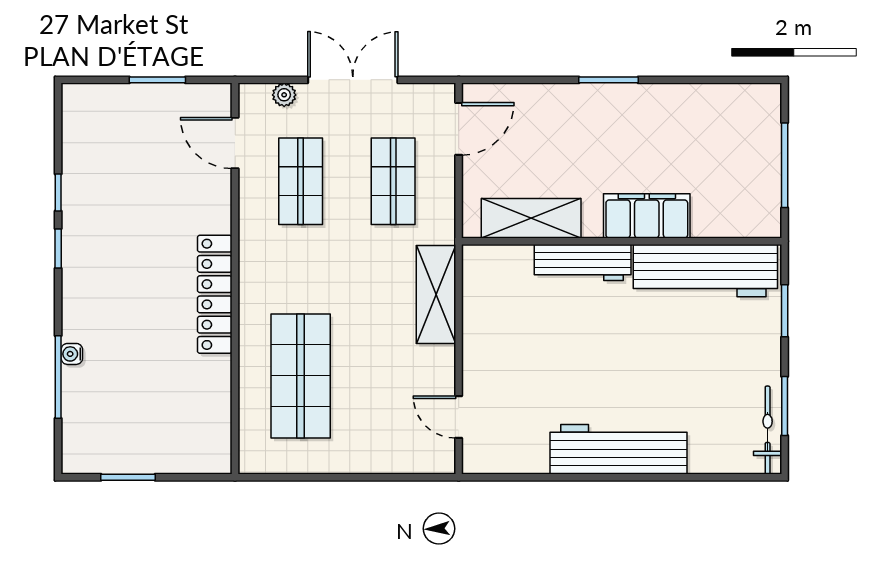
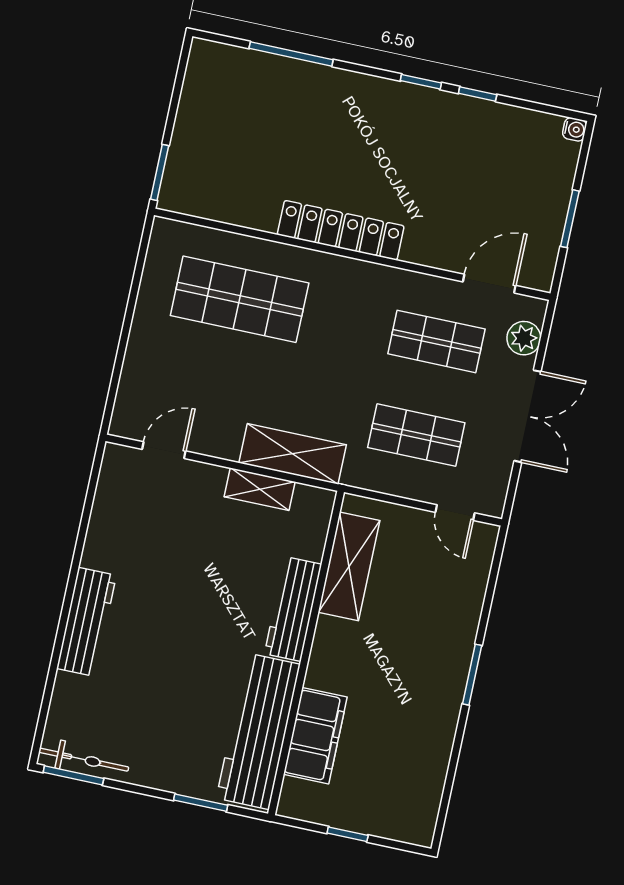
plant: (284, 95) -> (524, 338), width x1.38, depth x1.38
door: (459, 129) -> (455, 513), width x0.73
window: (785, 165) -> (348, 834), width x0.46
filing cabinet: (647, 216) -> (315, 736), moved
shelving: (476, 319) -> (260, 489), added
water cooler: (72, 354) -> (575, 129), moved, turned 90
window: (785, 406) -> (73, 775), moved
workbench: (618, 449) -> (87, 622), width x0.73, depth x0.76
window: (128, 477) -> (160, 172), moved

